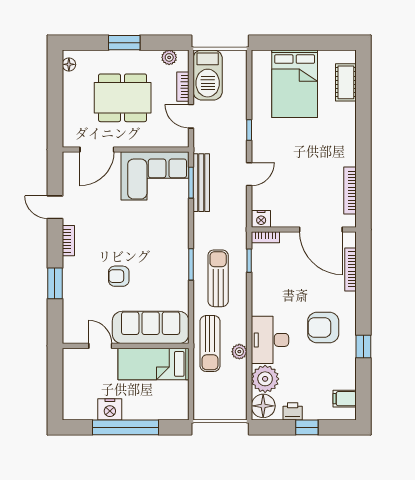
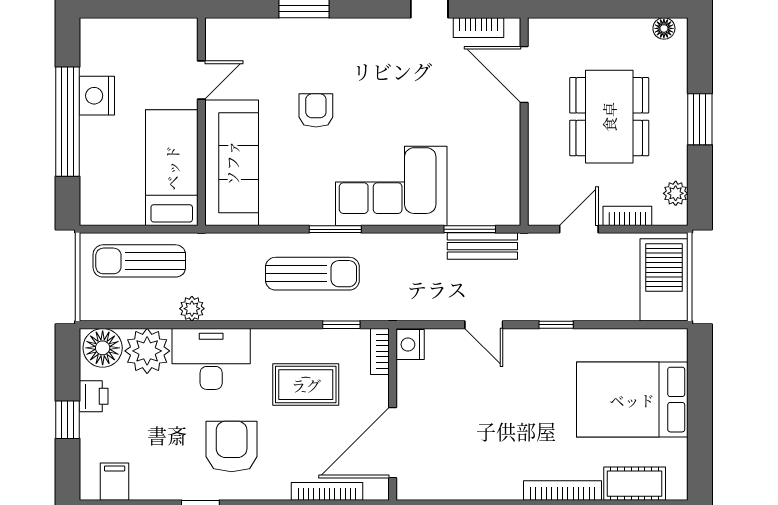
barbecue: (208, 75) -> (664, 280), moved, turned 90
corner sofa: (155, 176) -> (391, 186), moved, turned 90
bench: (201, 183) -> (482, 246), width x0.73
bookcase: (350, 190) -> (562, 491), moved
bookcase: (68, 241) -> (478, 28), moved
rug: (285, 282) -> (306, 385), added
sun lounger: (210, 344) -> (139, 261), moved

